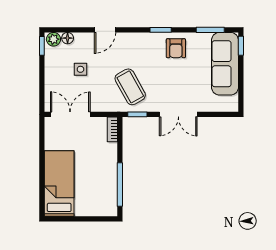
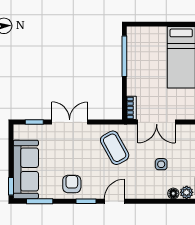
door: (105, 30) -> (114, 201), moved
double door: (70, 114) -> (157, 122), moved
window: (137, 114) -> (34, 122), moved

